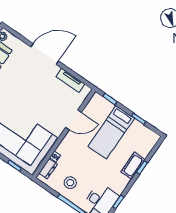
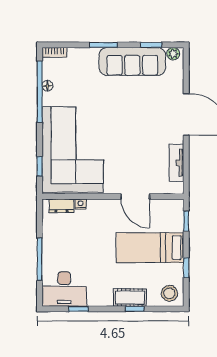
stool: (70, 183) -> (169, 293), moved

